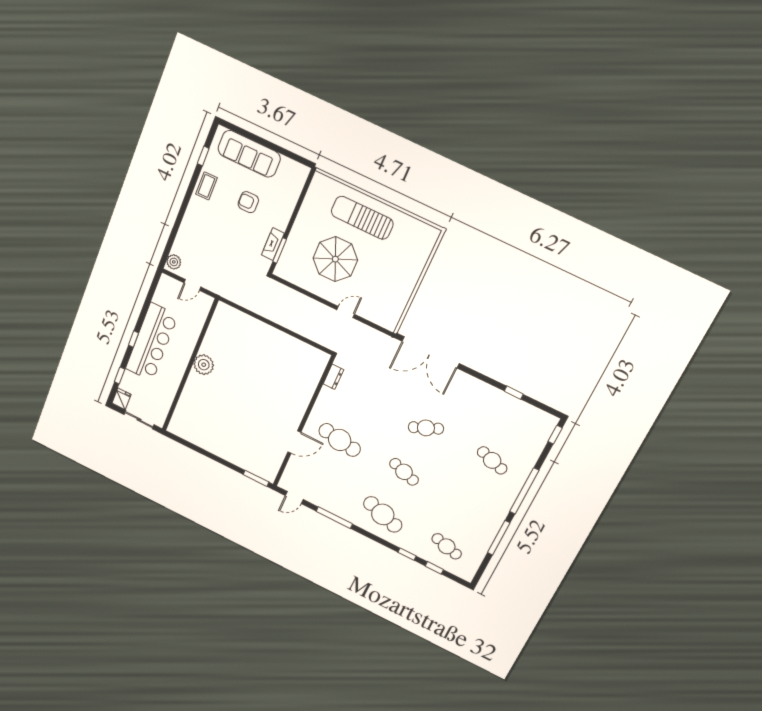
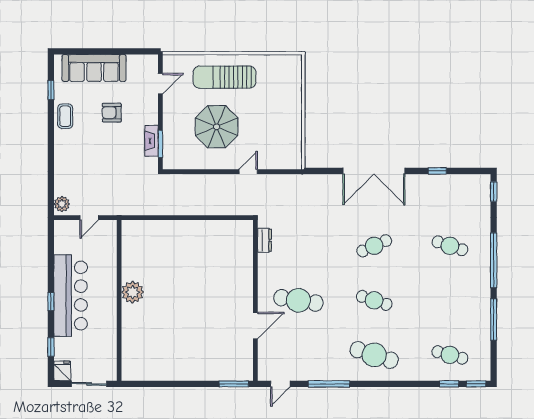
door: (302, 196) -> (160, 84), added
double door: (430, 352) -> (374, 171), moved
window: (407, 554) -> (476, 384), moved

